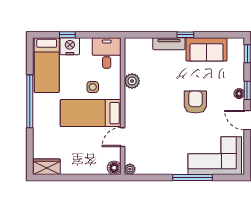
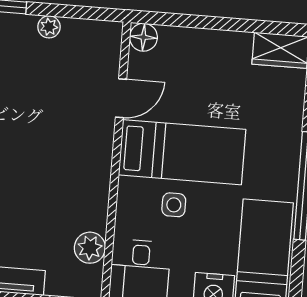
plant: (132, 81) -> (90, 248), moved
plant: (130, 169) -> (49, 27), moved

